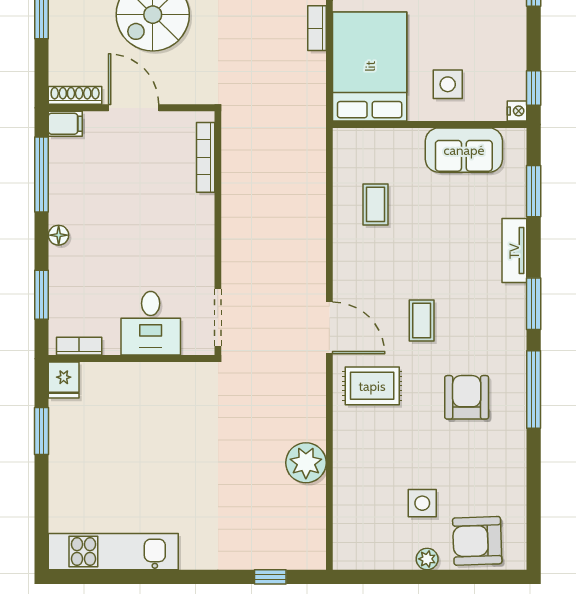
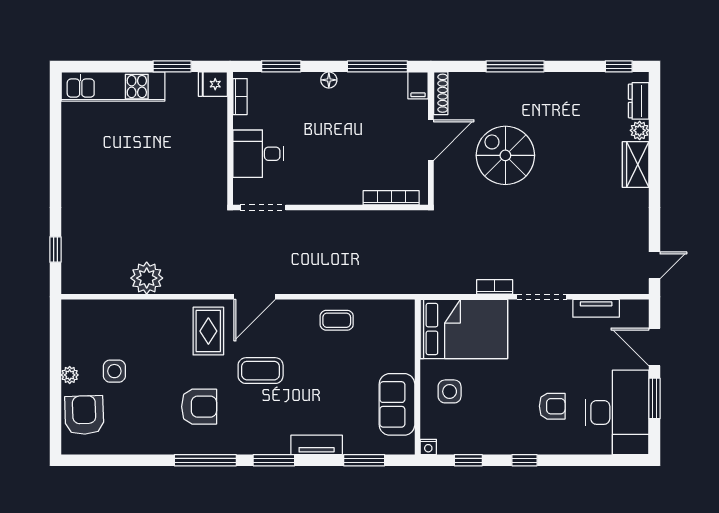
window: (534, 88) -> (468, 460), moved
coffee table: (375, 204) -> (337, 320), moved
coffee table: (422, 321) -> (261, 371), width x1.36, depth x1.30
kitchen unit: (113, 552) -> (113, 87), moved, turned 90

